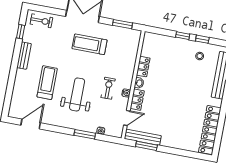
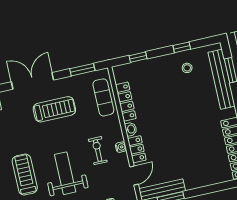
window: (183, 36) -> (138, 57), moved
treadmill: (89, 44) -> (54, 109), turned 180
exercise mat: (129, 51) -> (103, 97), added
locker: (143, 67) -> (126, 102), width x1.53

